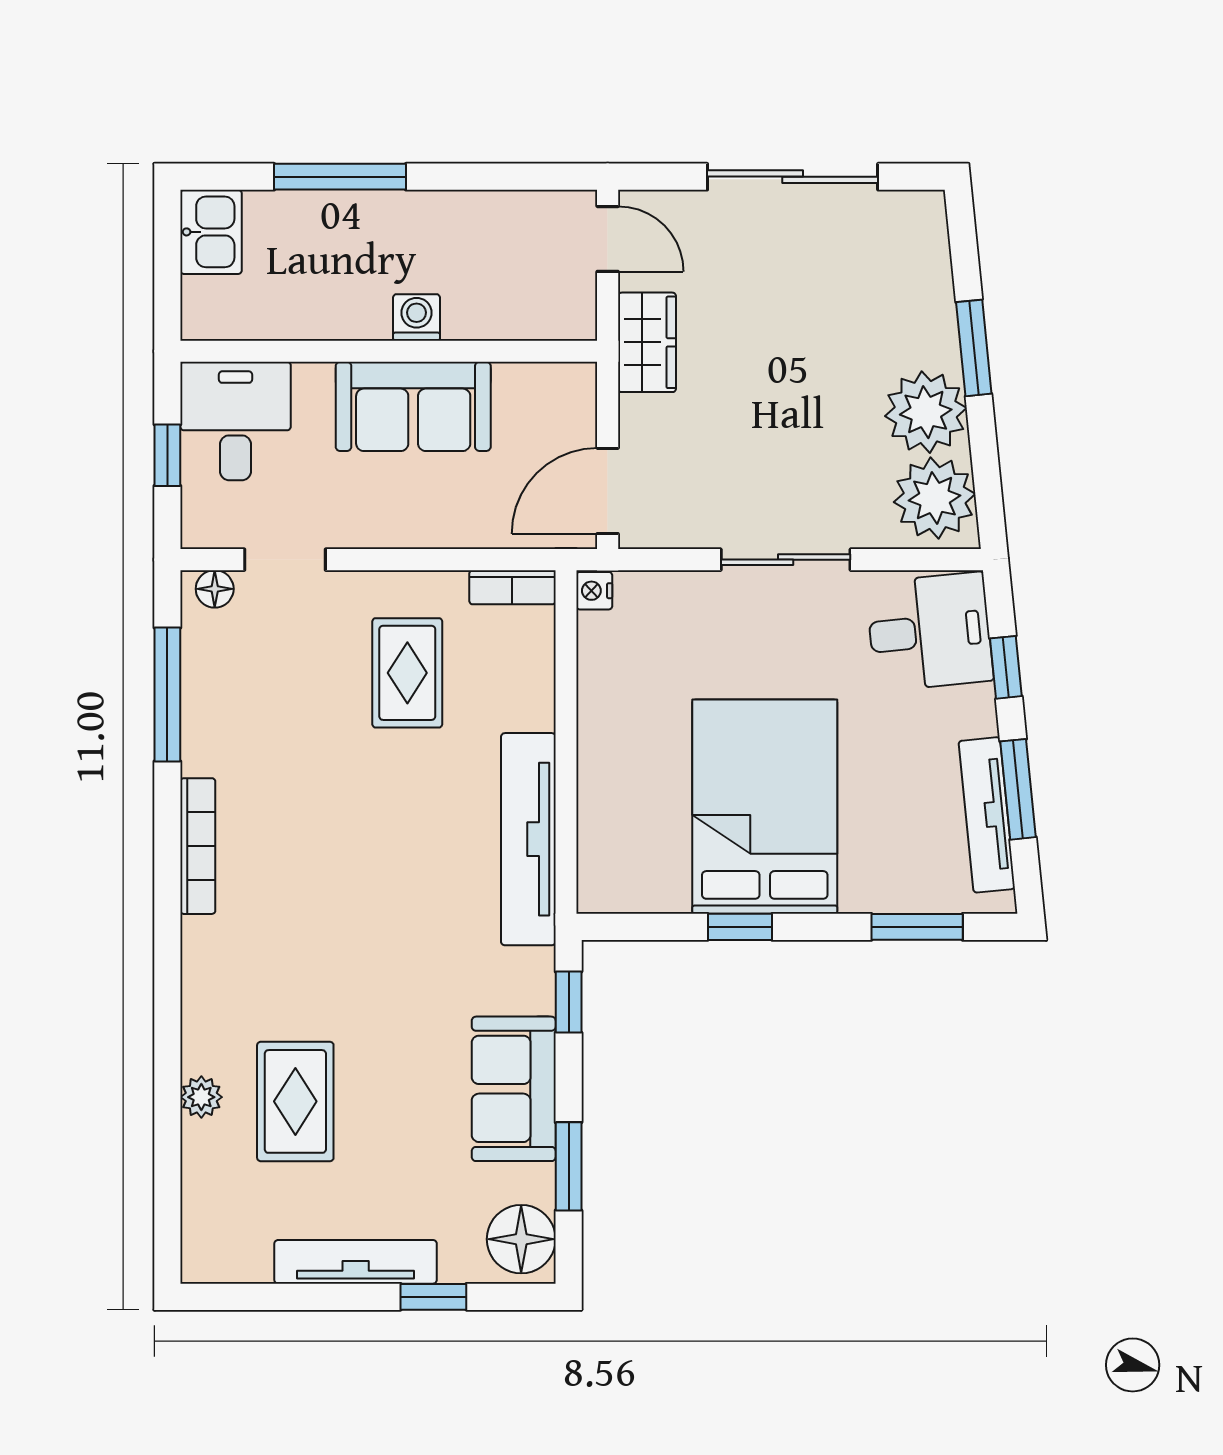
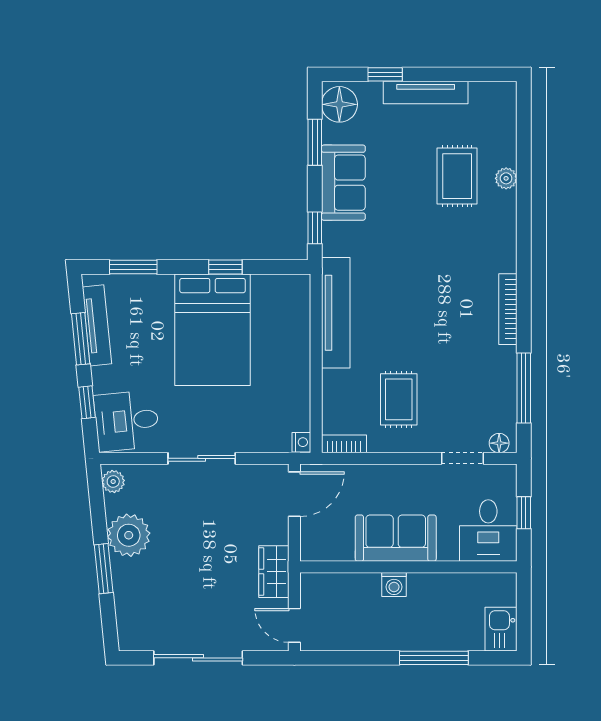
plant: (935, 498) -> (113, 481), width x0.53, depth x0.53

